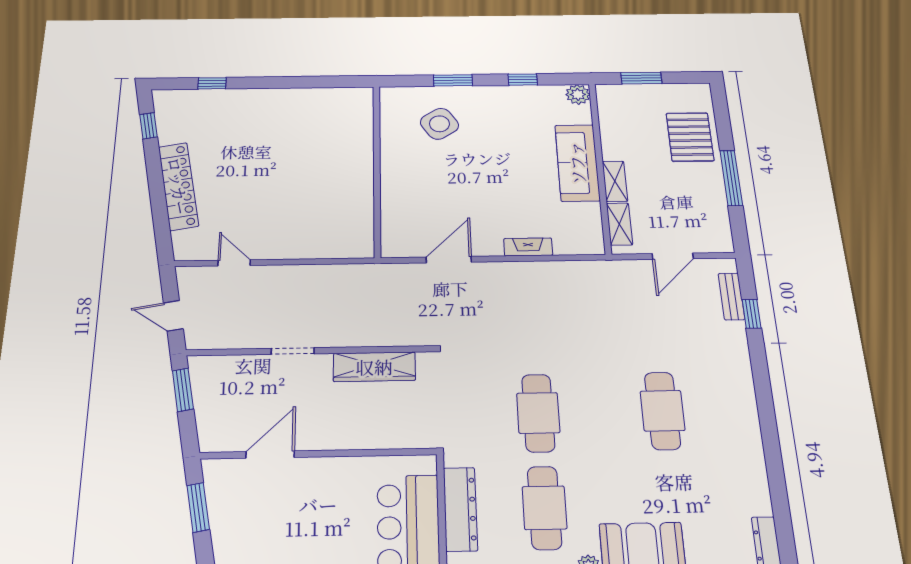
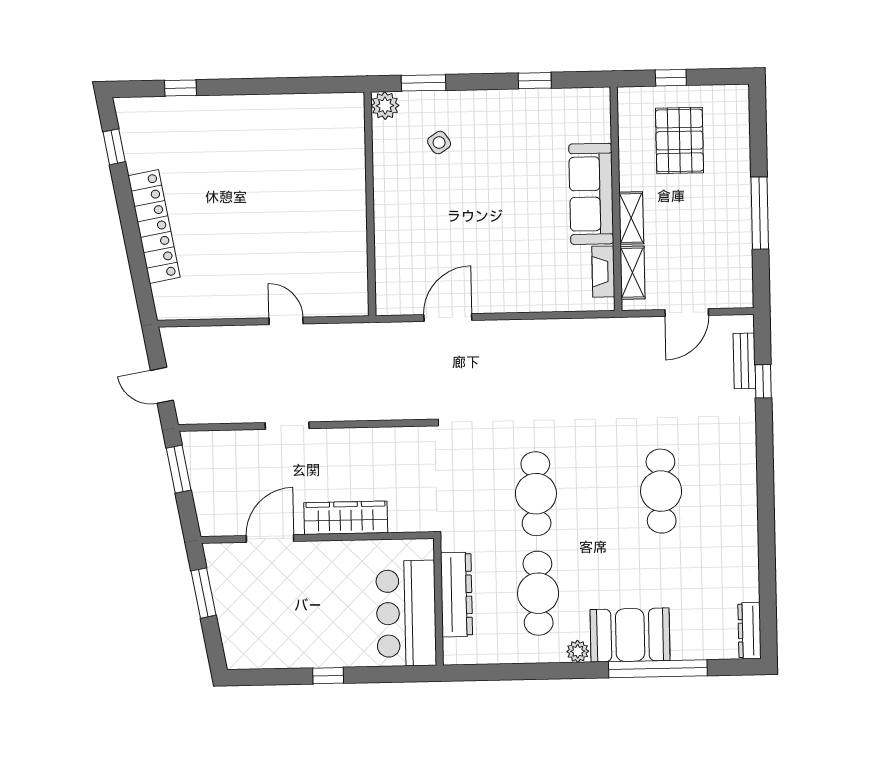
window: (641, 78) -> (671, 78), width x0.67
window: (453, 80) -> (424, 83), moved
plant: (578, 94) -> (385, 106), moved
side table: (439, 124) -> (439, 143), width x0.54, depth x0.54
pallet: (690, 137) -> (679, 140), moved
fireplace: (528, 247) -> (603, 272), moved, turned -90
door: (234, 263) -> (286, 321), moved
wardrobe: (374, 367) -> (346, 518), moved, turned 180

